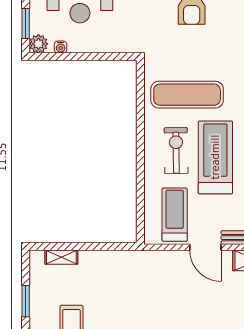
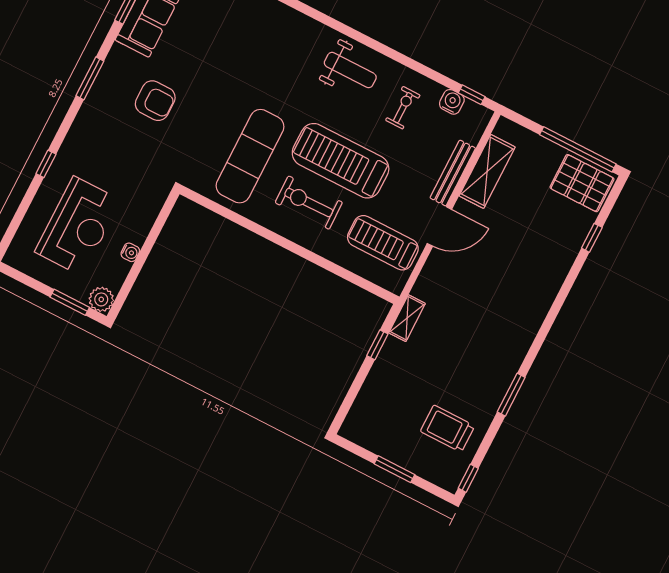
water cooler: (61, 47) -> (130, 252), moved
window: (104, 246) -> (377, 345), added
shelving: (61, 257) -> (407, 318), moved

